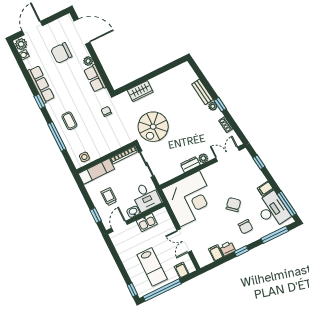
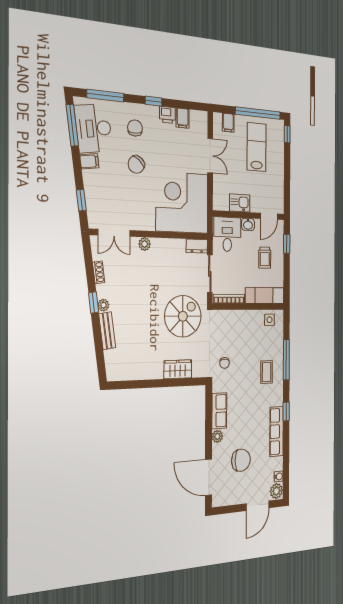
dresser: (190, 164) -> (197, 246), moved

